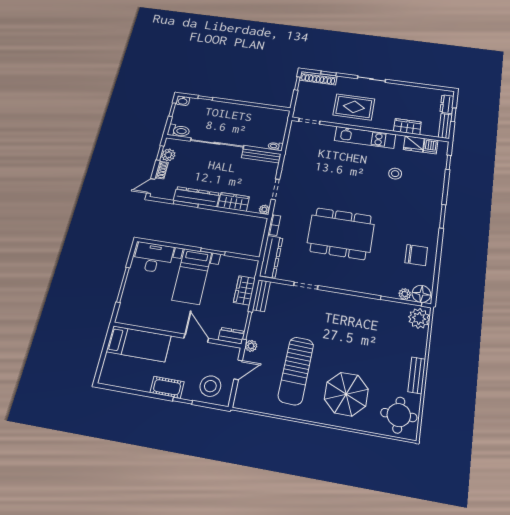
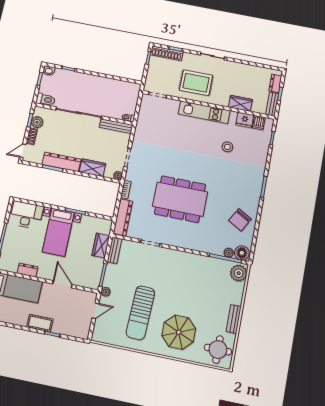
chair: (416, 255) -> (240, 220), turned 119
dresser: (231, 336) -> (27, 270), moved
stool: (210, 386) -> (74, 323), removed

